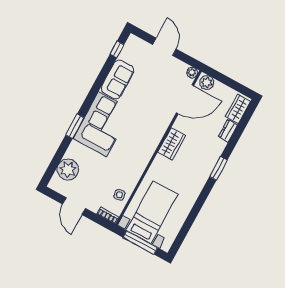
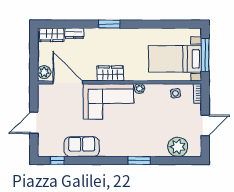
plant: (192, 73) -> (140, 89), moved
corner sofa: (102, 124) -> (109, 101), moved, turned 180

